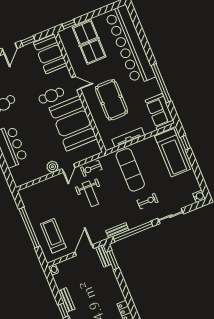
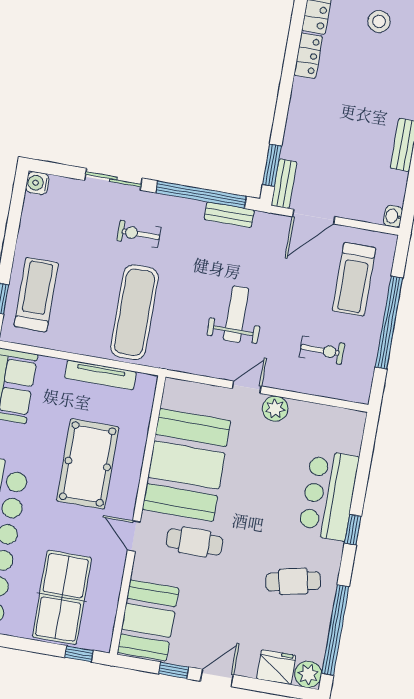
treadmill: (172, 153) -> (36, 295), width x0.73, depth x0.73
exercise bike: (91, 168) -> (322, 350), moved

